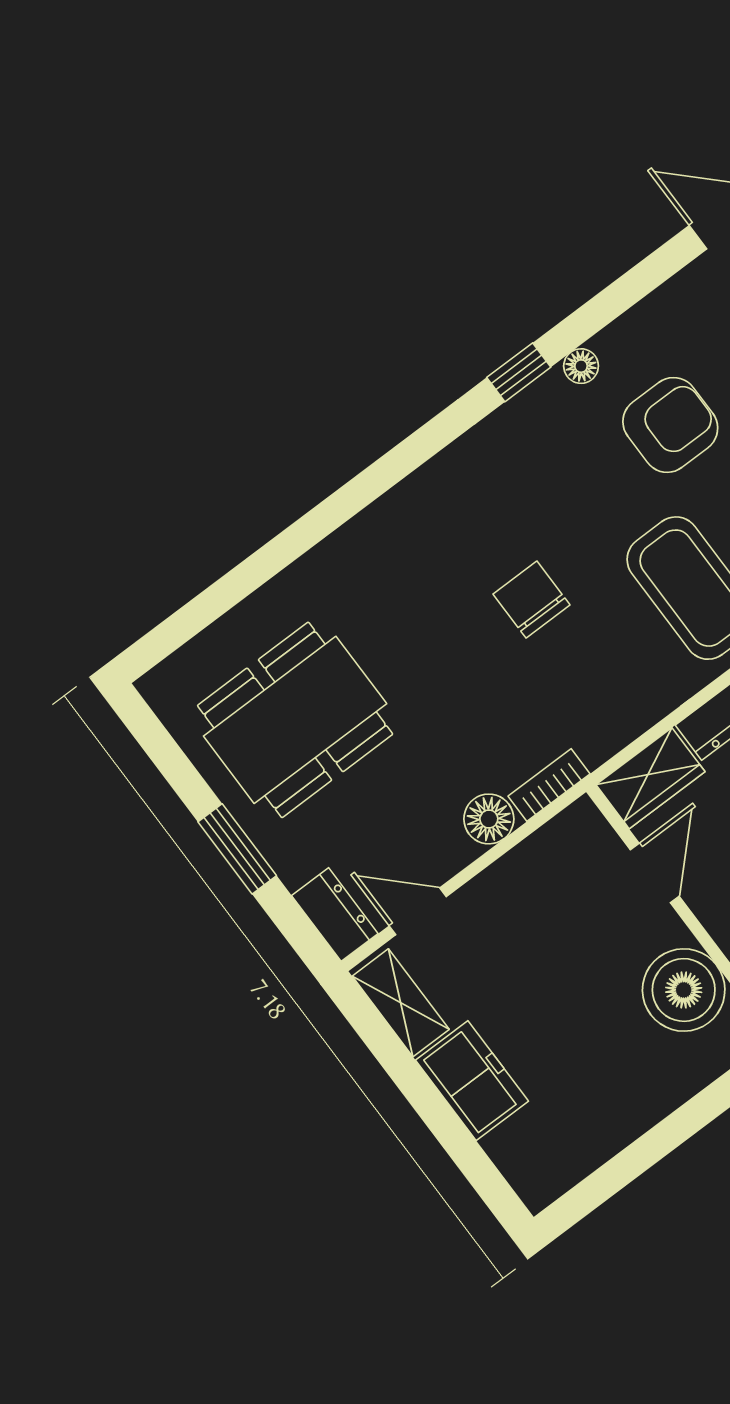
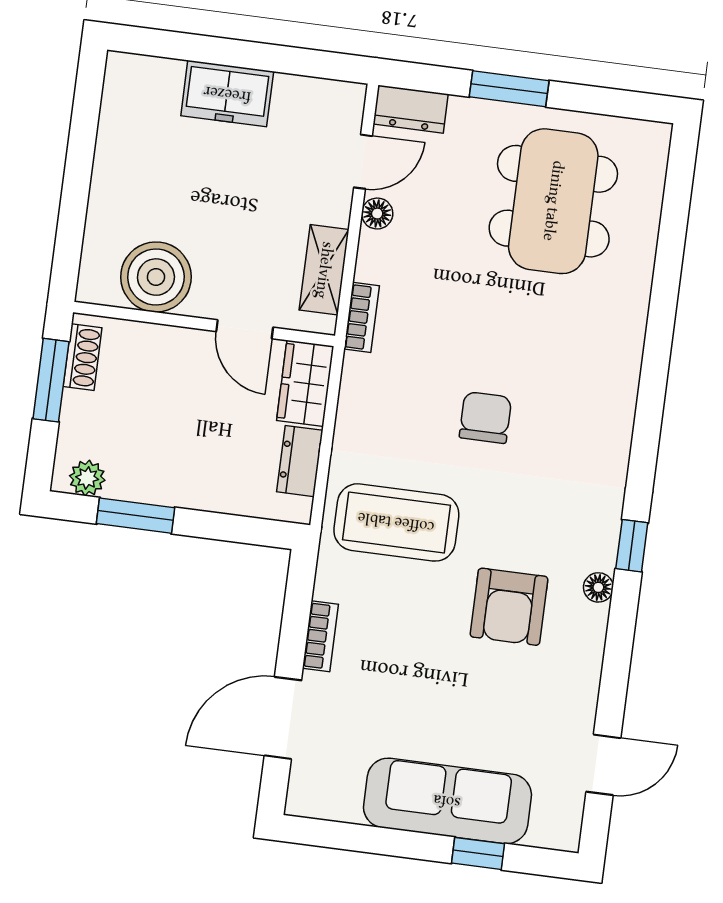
chair: (531, 600) -> (485, 418), turned -90
floor lamp: (489, 819) -> (377, 214), moved, width x0.73, depth x0.73
shelving: (401, 1003) -> (324, 270), moved, turned 90

